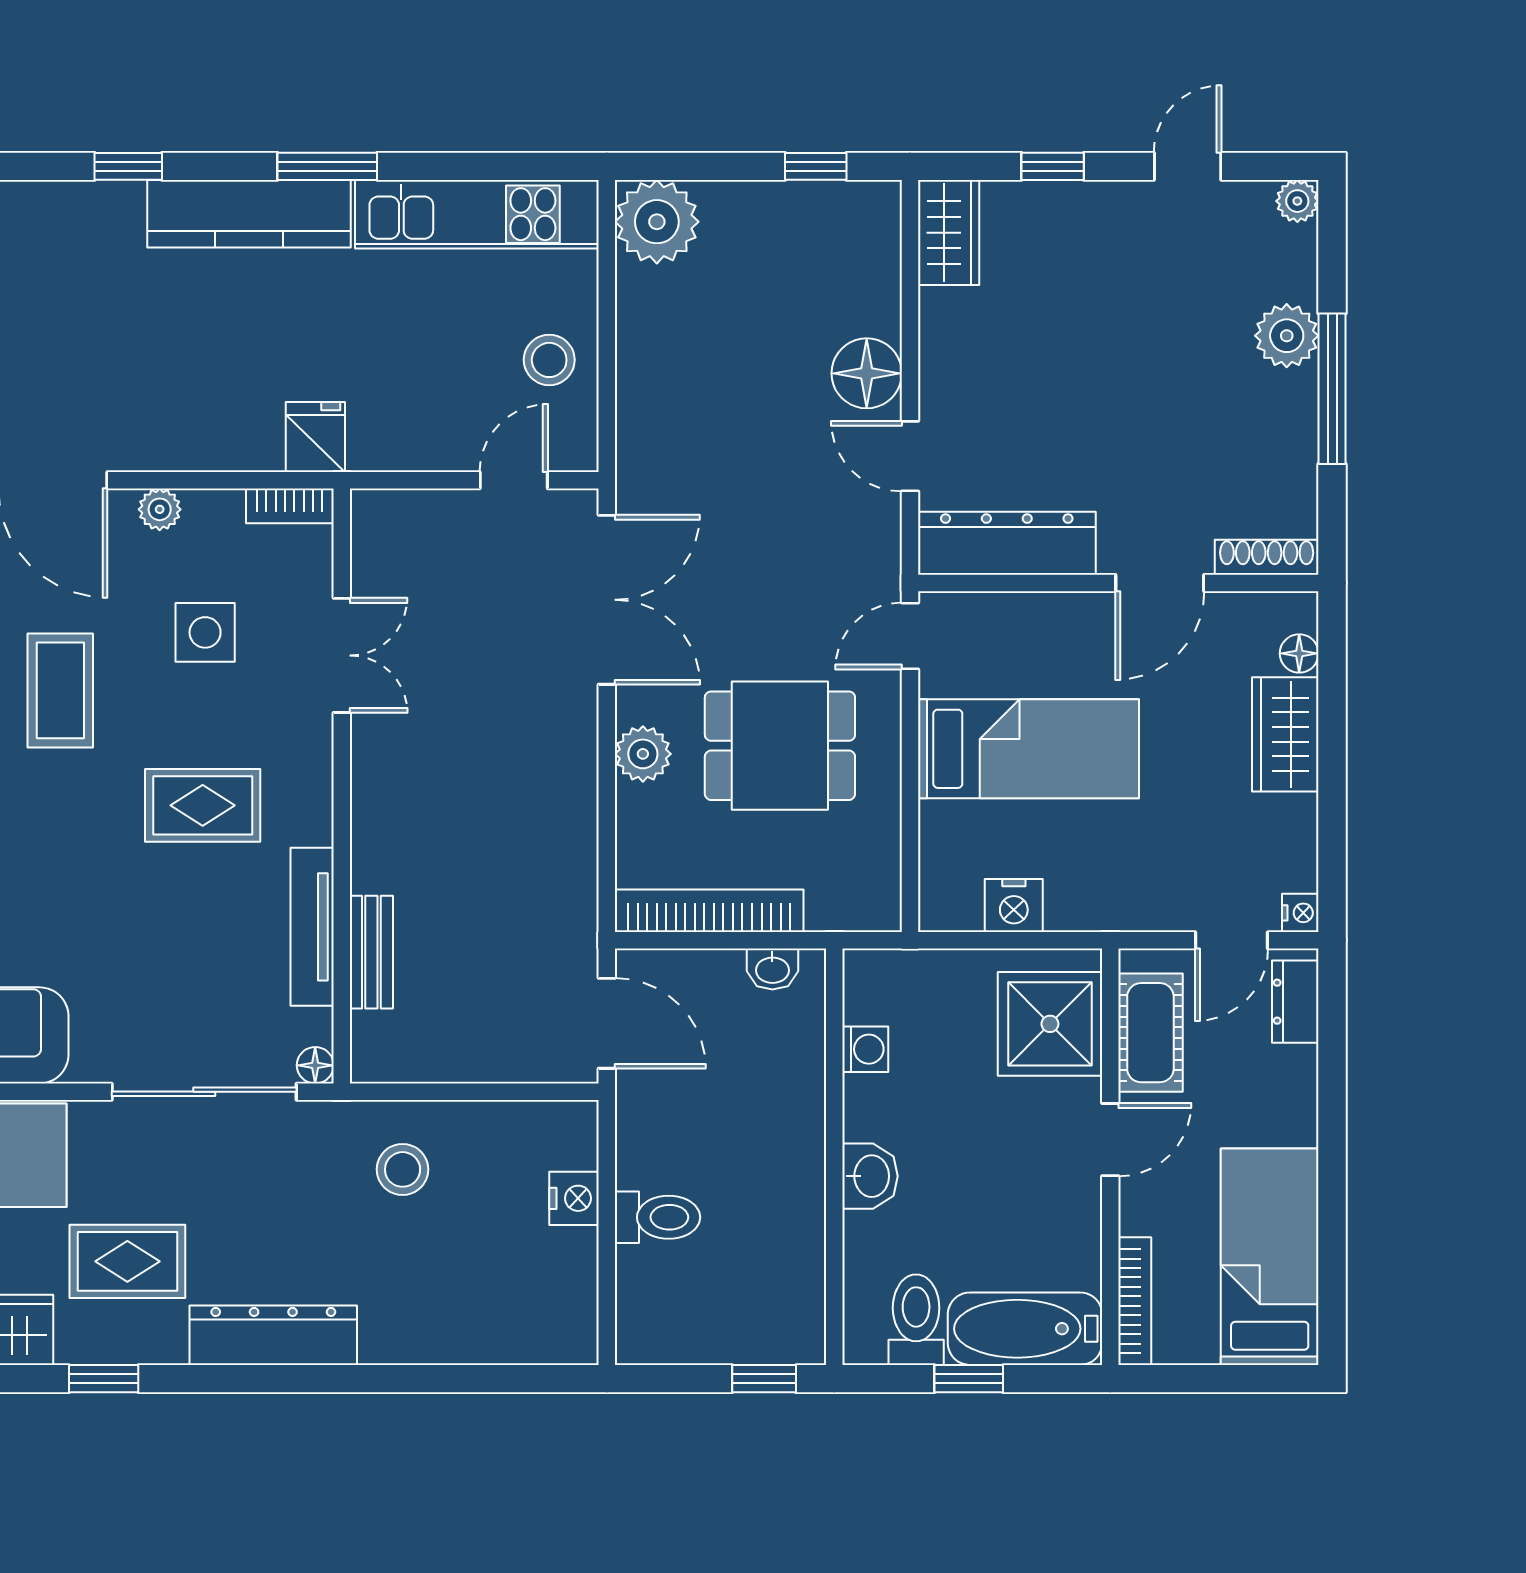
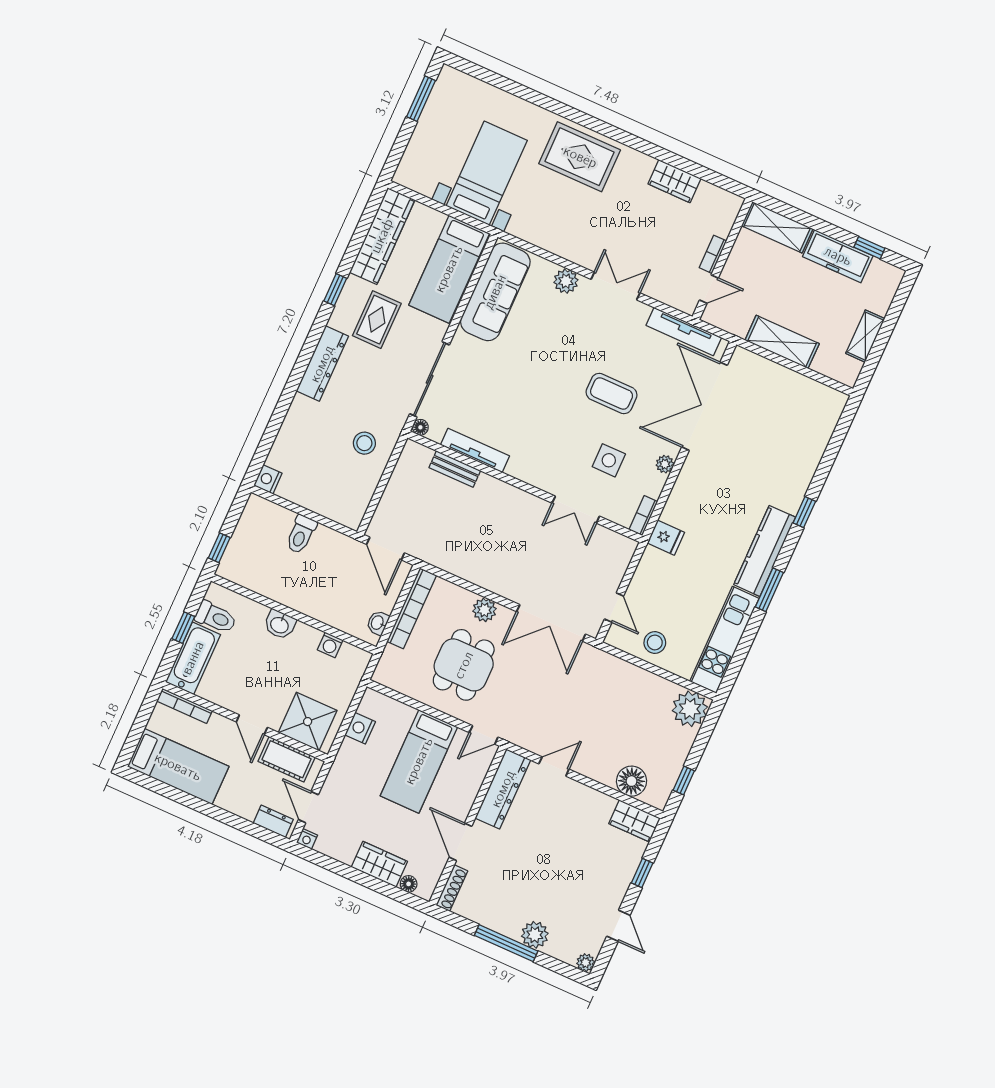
floor lamp: (867, 373) -> (632, 781), moved
door: (910, 636) -> (484, 735), swing flipped
rug: (203, 805) -> (542, 429), removed
door: (607, 1023) -> (386, 549), hinge flipped
nightstand: (574, 1198) -> (268, 479), moved, turned 90

